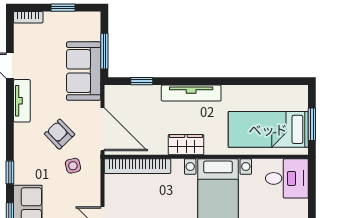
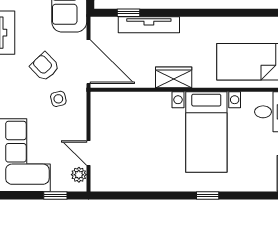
tv unit: (191, 93) -> (149, 25), moved
bookcase: (137, 166) -> (124, 99), removed

